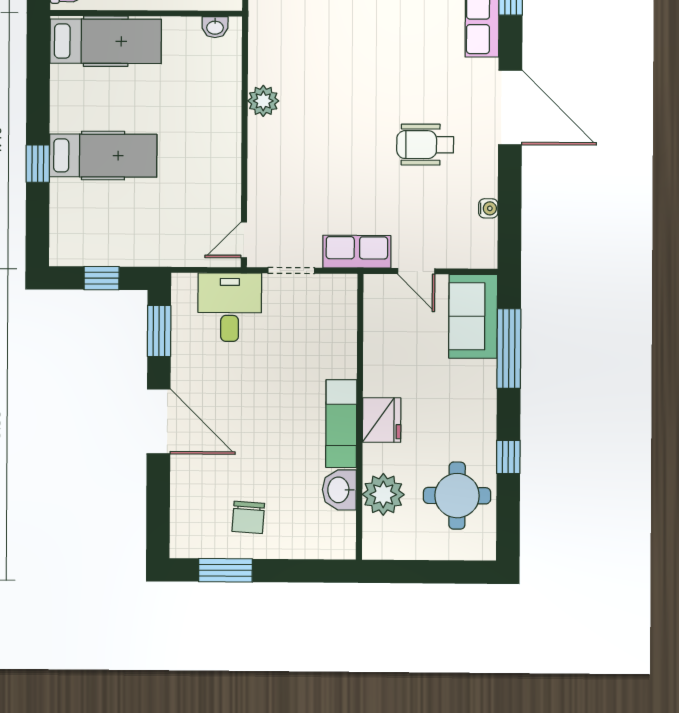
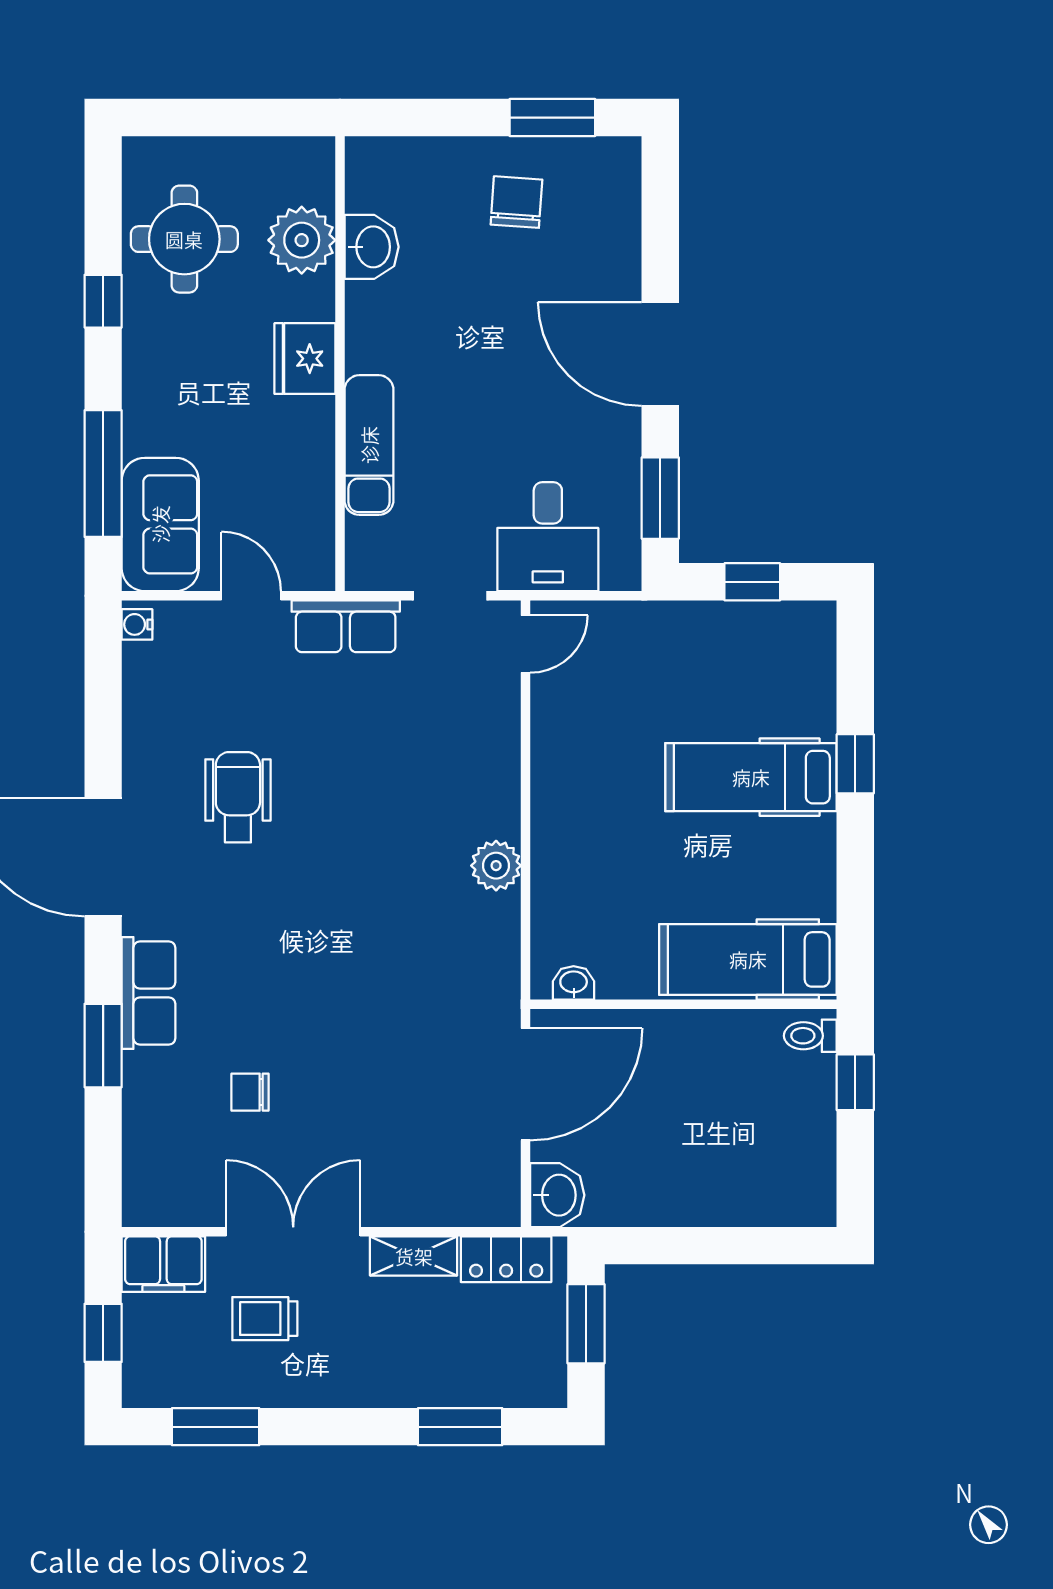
wheelchair: (425, 145) -> (238, 797), turned -90
water cooler: (488, 208) -> (137, 624), moved
exam couch: (341, 424) -> (369, 445), moved

